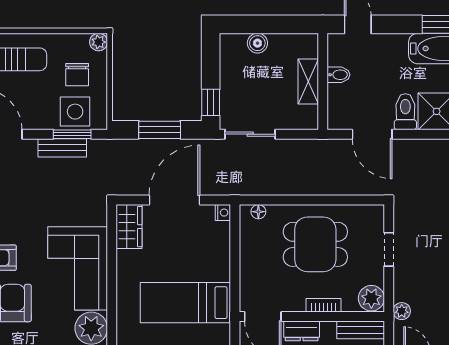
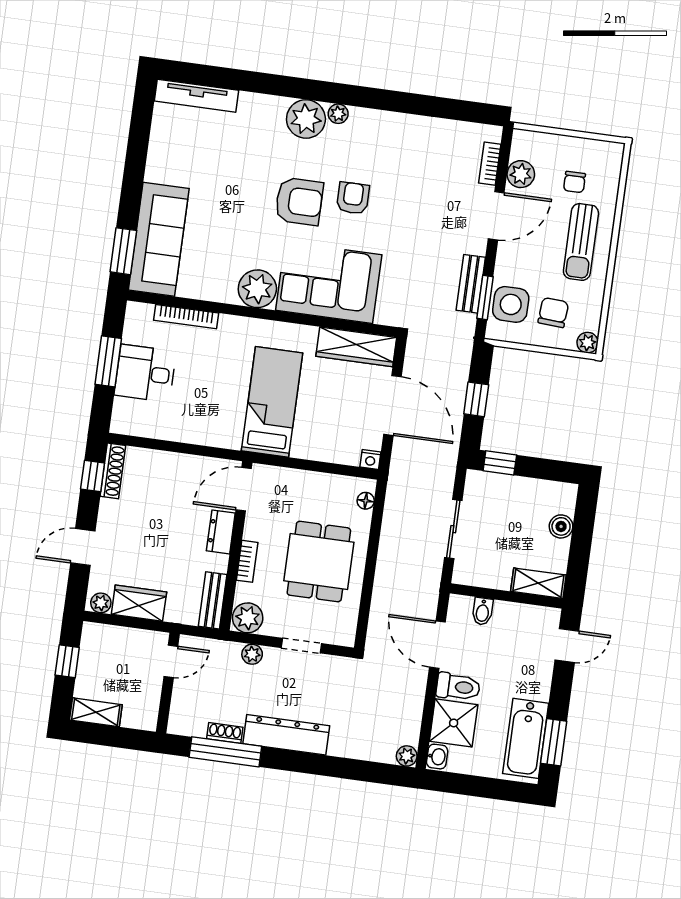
chair: (77, 75) -> (553, 312), turned 94
bidet: (339, 75) -> (483, 611), moved
shelving: (308, 82) -> (538, 583), moved
window: (160, 130) -> (476, 399), width x0.67
sliding door: (250, 134) -> (453, 529), moved
door: (372, 134) -> (437, 645), hinge flipped
wardrobe: (129, 227) -> (356, 347), width x1.50
plant: (402, 311) -> (252, 654), moved

